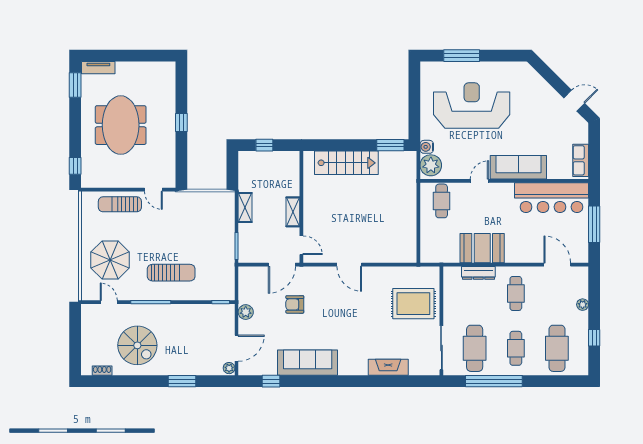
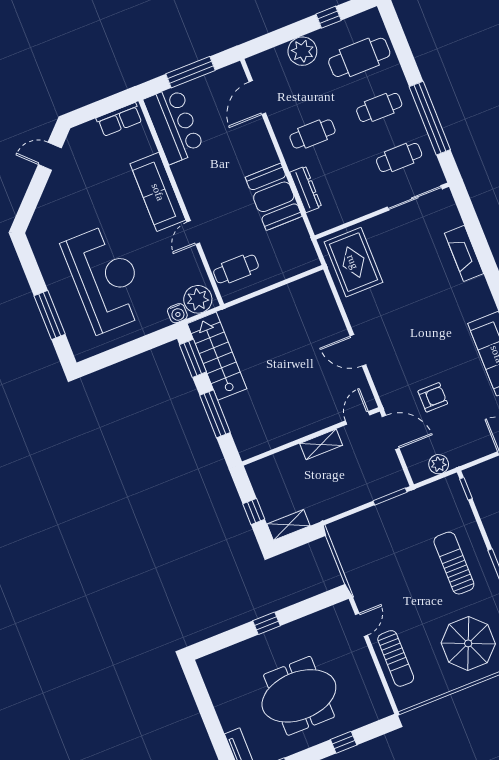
door: (574, 101) -> (50, 156), hinge flipped
reception desk: (472, 106) -> (105, 279), turned 180
window: (345, 145) -> (215, 414), added
stairs: (346, 163) -> (217, 356), moved
window: (75, 166) -> (344, 742), moved
door: (479, 181) -> (193, 233), hinge flipped
bar counter: (551, 198) -> (174, 125), width x0.73
shelving: (245, 208) -> (288, 525), moved
door: (349, 265) -> (358, 350), swing flipped
armchair: (295, 304) -> (433, 397), turned -90
rug: (413, 304) -> (353, 262), moved
plant: (583, 305) -> (302, 51), width x1.87, depth x1.87
plant: (246, 312) -> (439, 464), moved
cafe table: (475, 348) -> (399, 157), width x0.73, depth x0.74

